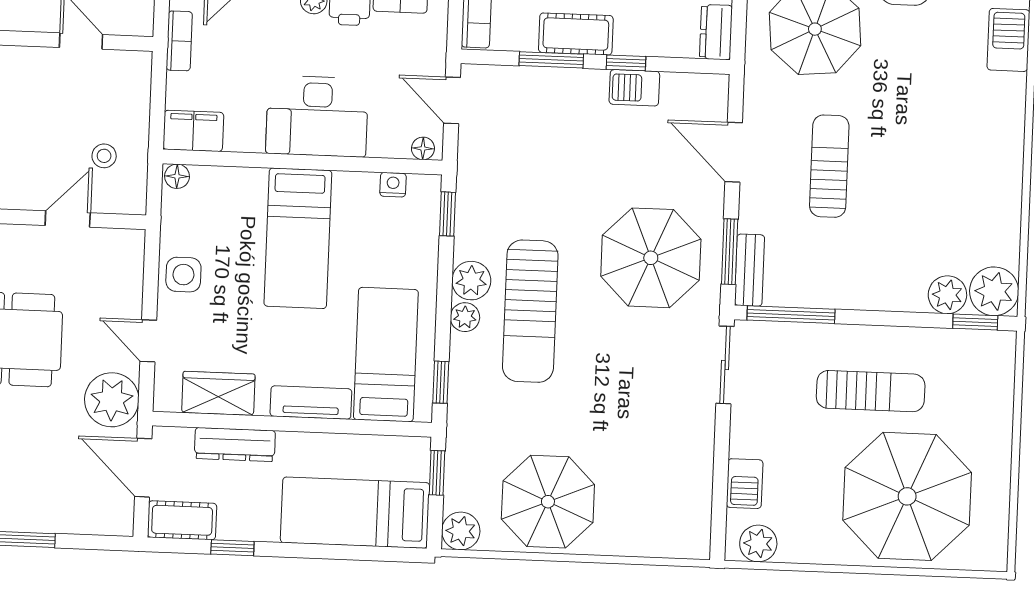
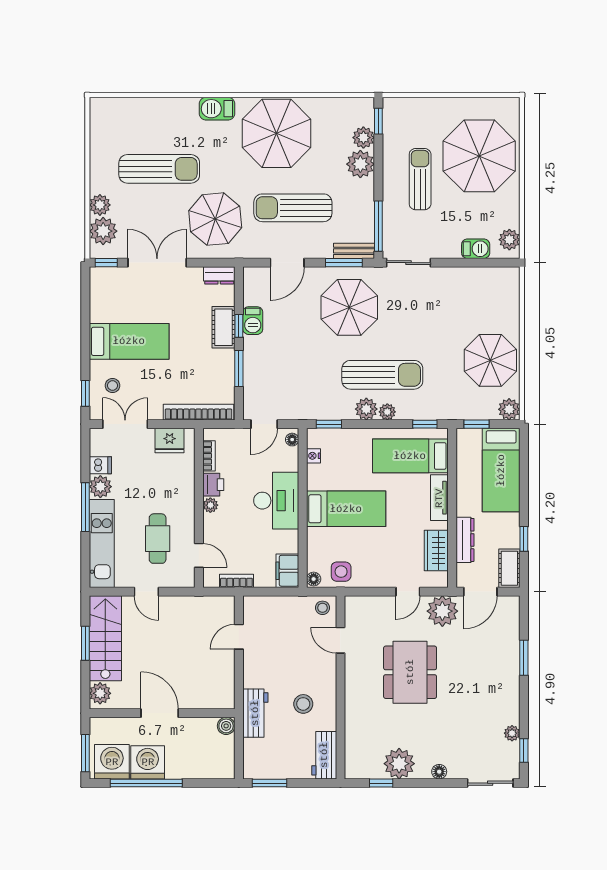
cot: (576, 34) -> (223, 327), moved
parasol: (961, 142) -> (276, 133), added
stool: (104, 156) -> (323, 608), moved
sun lounger: (829, 166) -> (293, 208), width x1.36, depth x1.34
side table: (183, 275) -> (341, 572), moved
plant: (994, 291) -> (360, 164), moved

